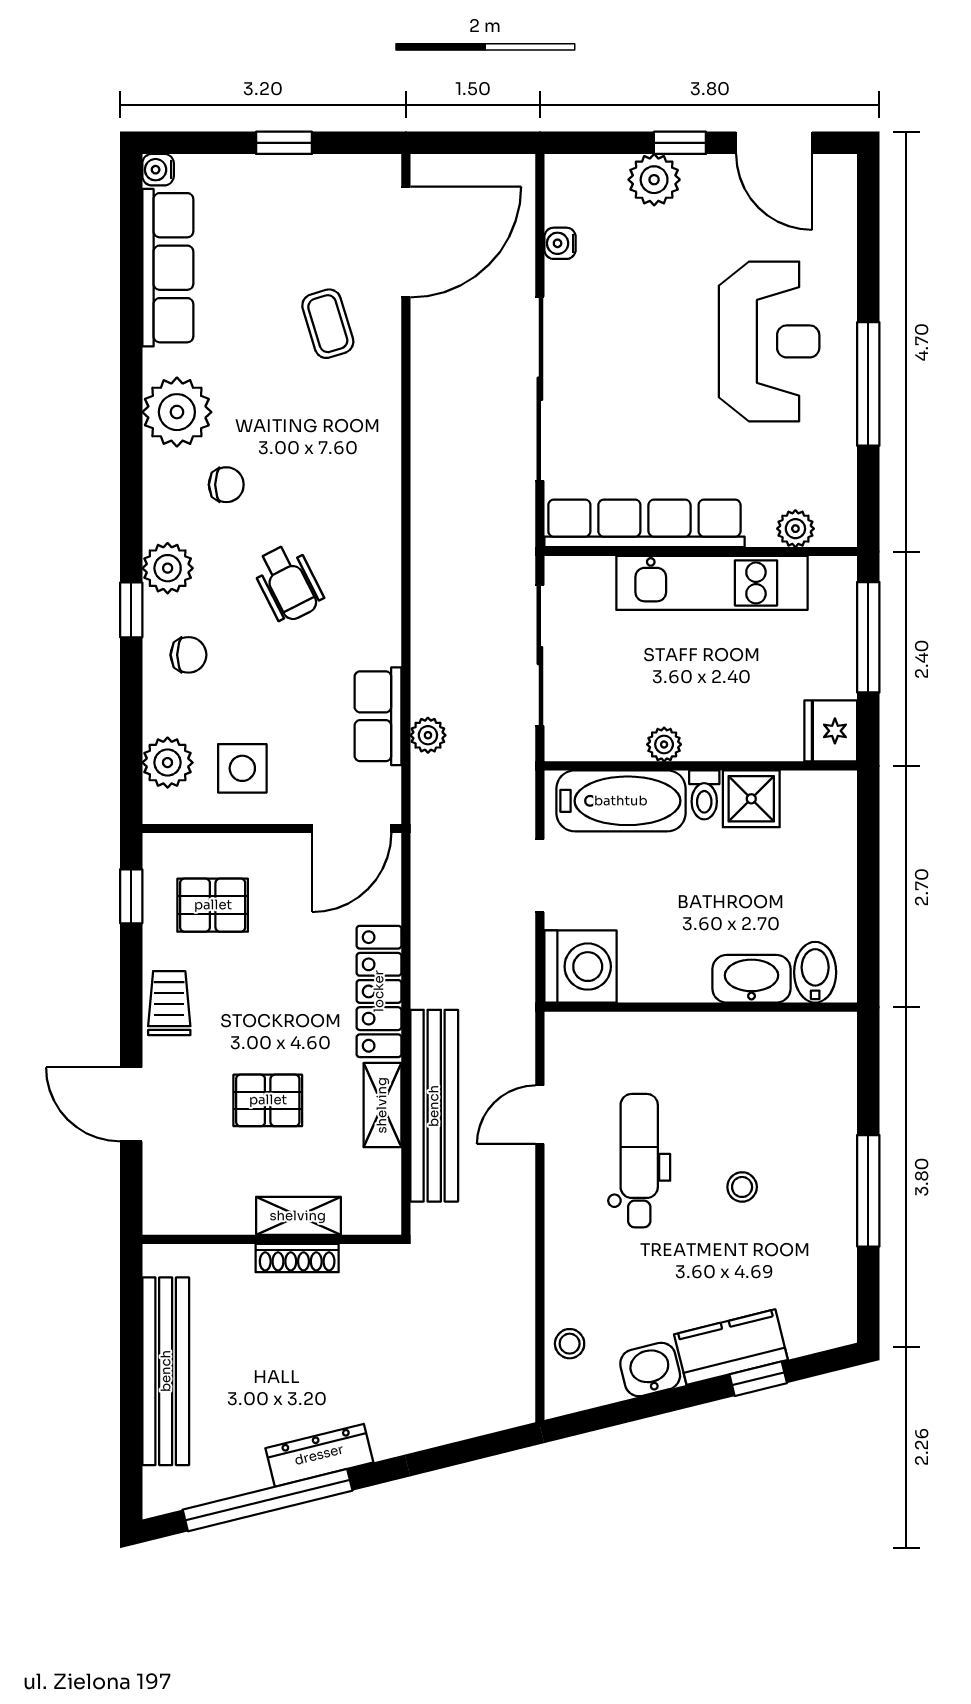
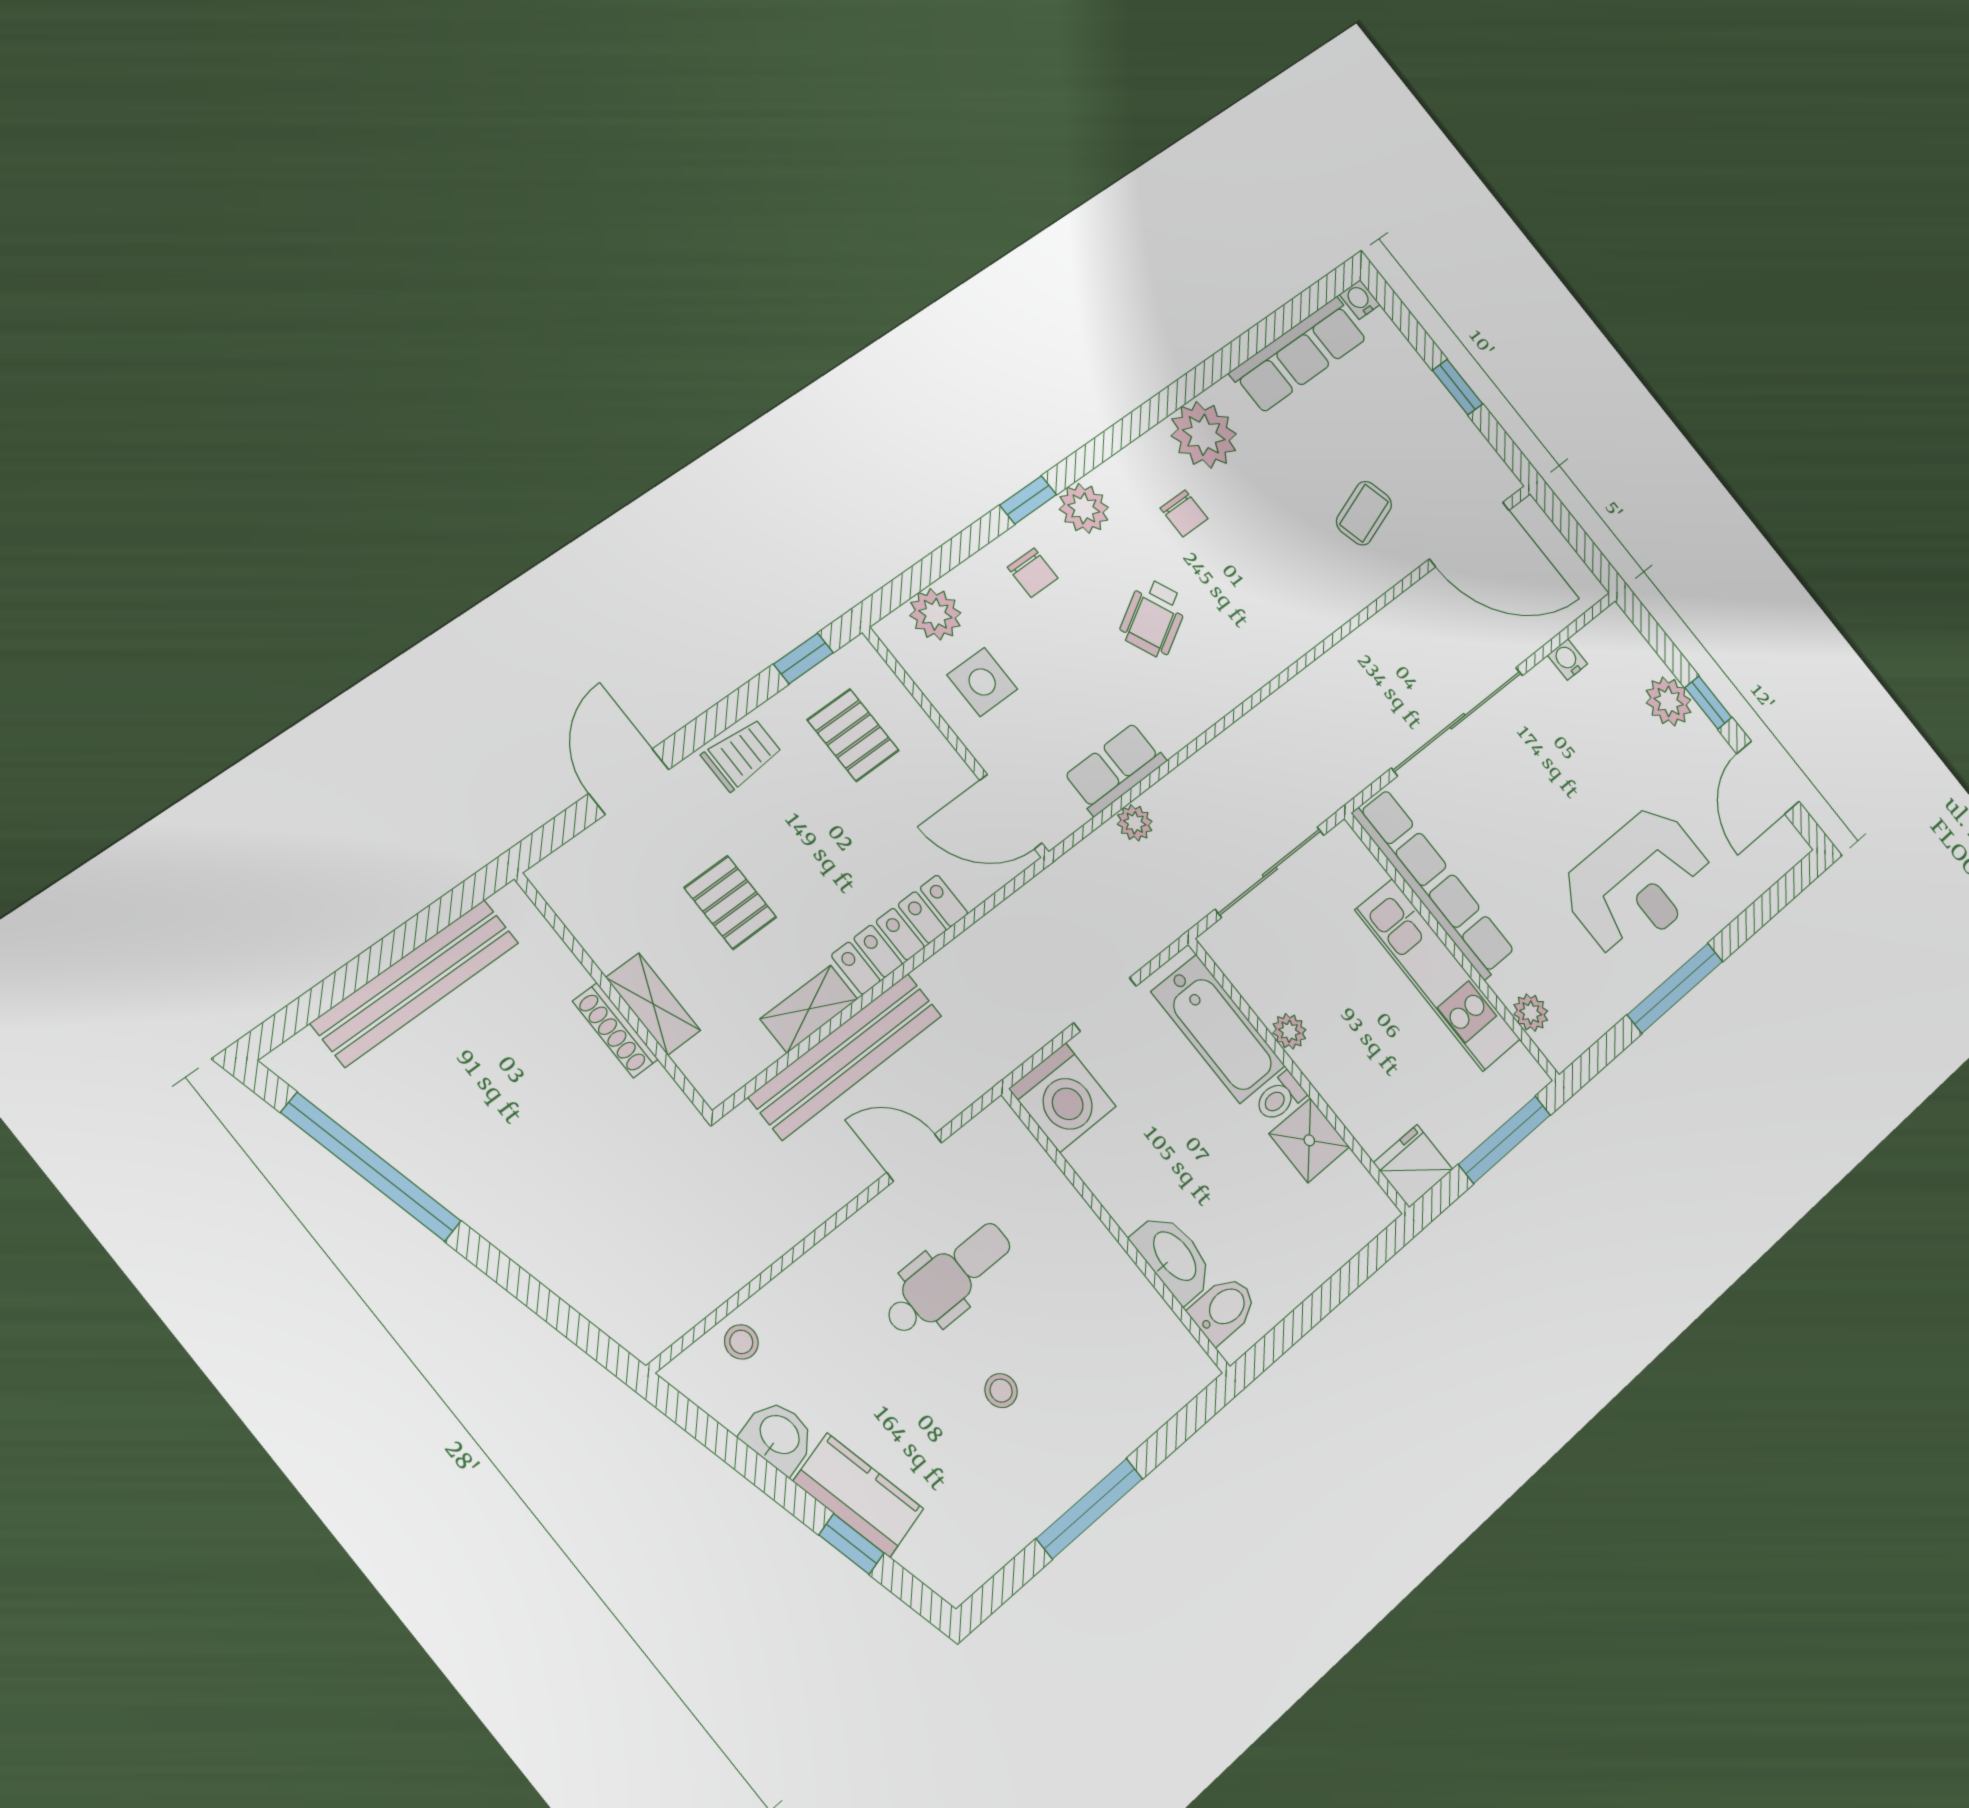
dresser: (319, 1455) -> (453, 1185), removed

